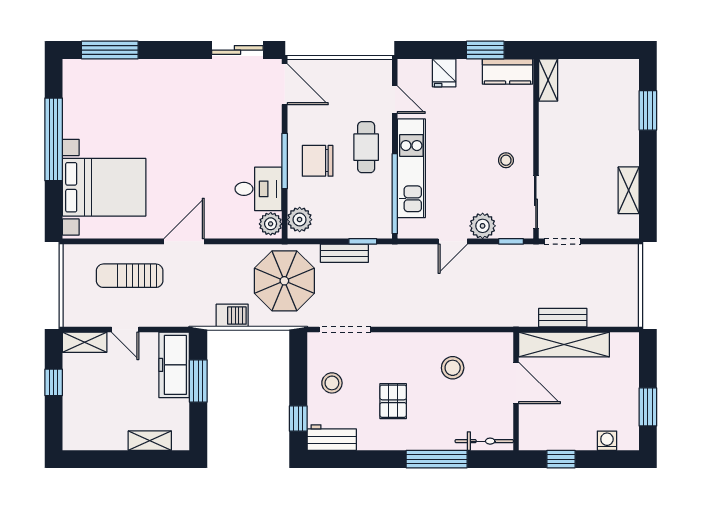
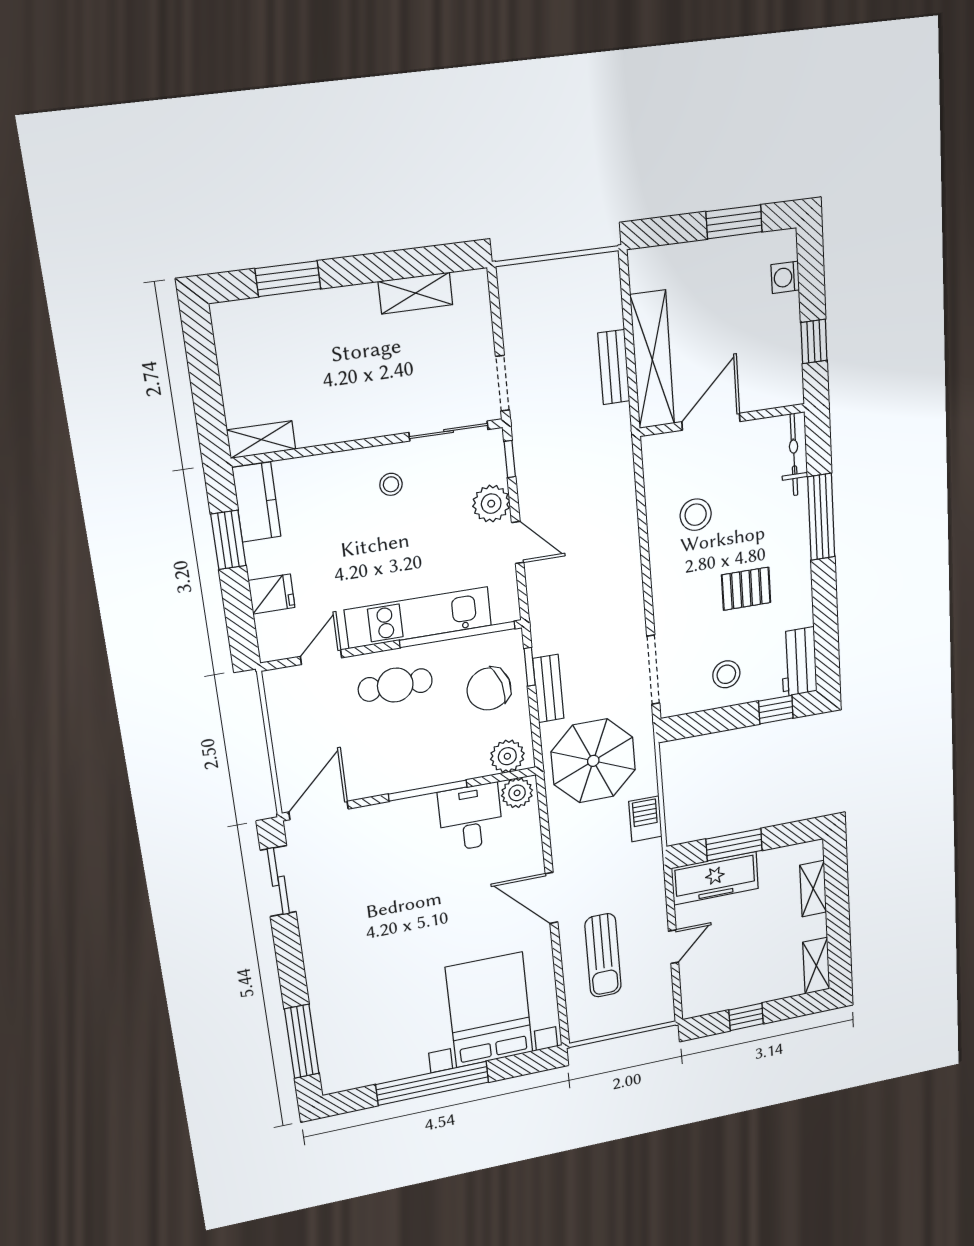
chair: (318, 161) -> (489, 689), moved, turned 74
shelving: (85, 342) -> (816, 966), moved

